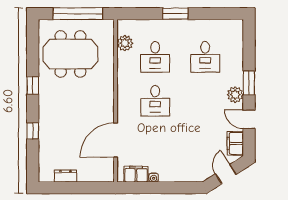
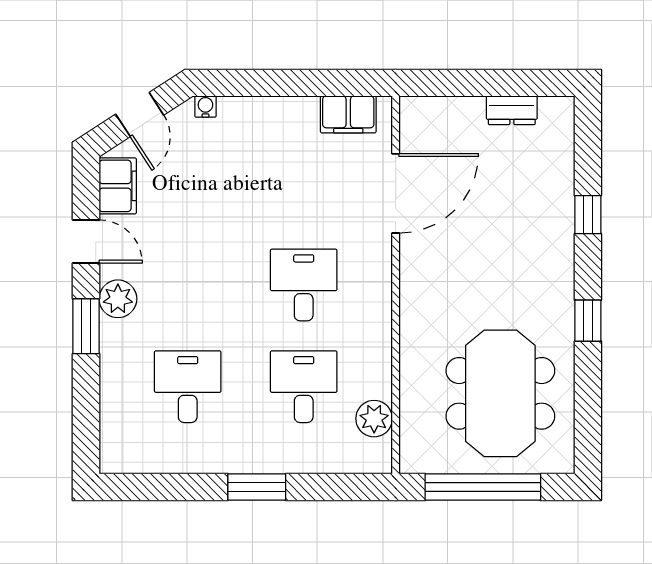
meeting table: (70, 54) -> (500, 393), turned 90
water cooler: (154, 178) -> (205, 107), moved

